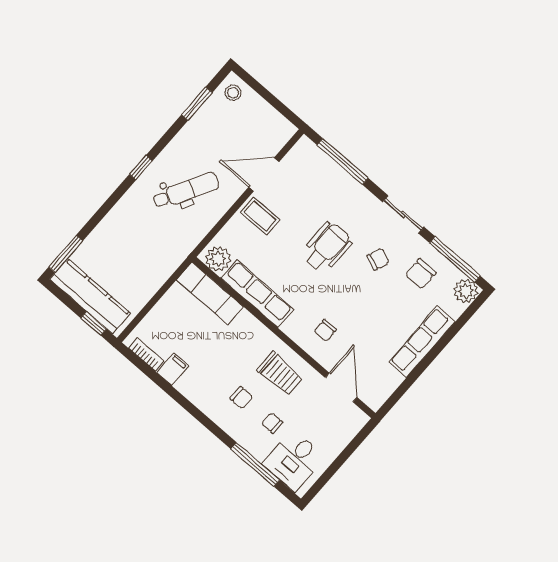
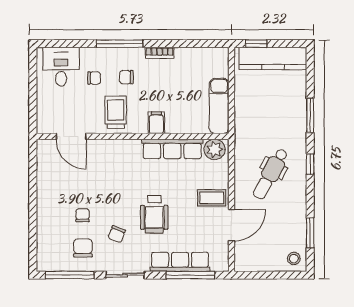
window: (66, 254) -> (310, 115), moved
plant: (466, 291) -> (46, 262), removed
exam couch: (210, 293) -> (219, 106), moved, turned -90
chair: (325, 331) -> (82, 215), moved
row of seats: (422, 342) -> (180, 262), moved, turned -90
bookcase: (146, 355) -> (160, 53), moved
filing cabinet: (173, 369) -> (156, 123), moved, turned 180
trolley: (280, 374) -> (116, 112), turned 90
window: (255, 465) -> (120, 44), moved

